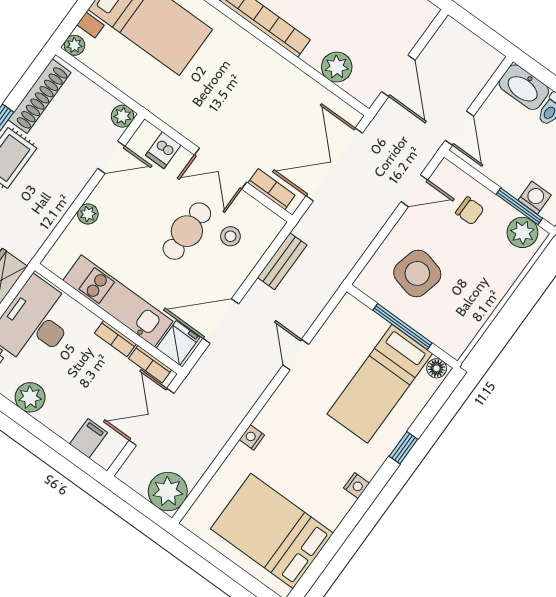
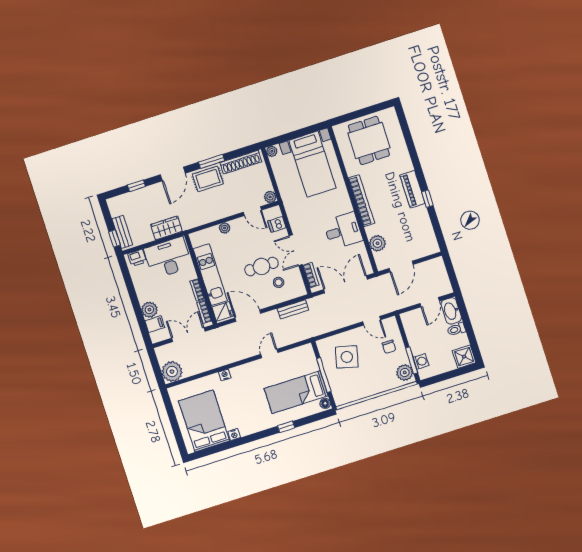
desk: (271, 86) -> (343, 231), added
door: (460, 128) -> (430, 302), moved
plant: (30, 397) -> (149, 310), moved
nightstand: (357, 486) -> (234, 435), moved

